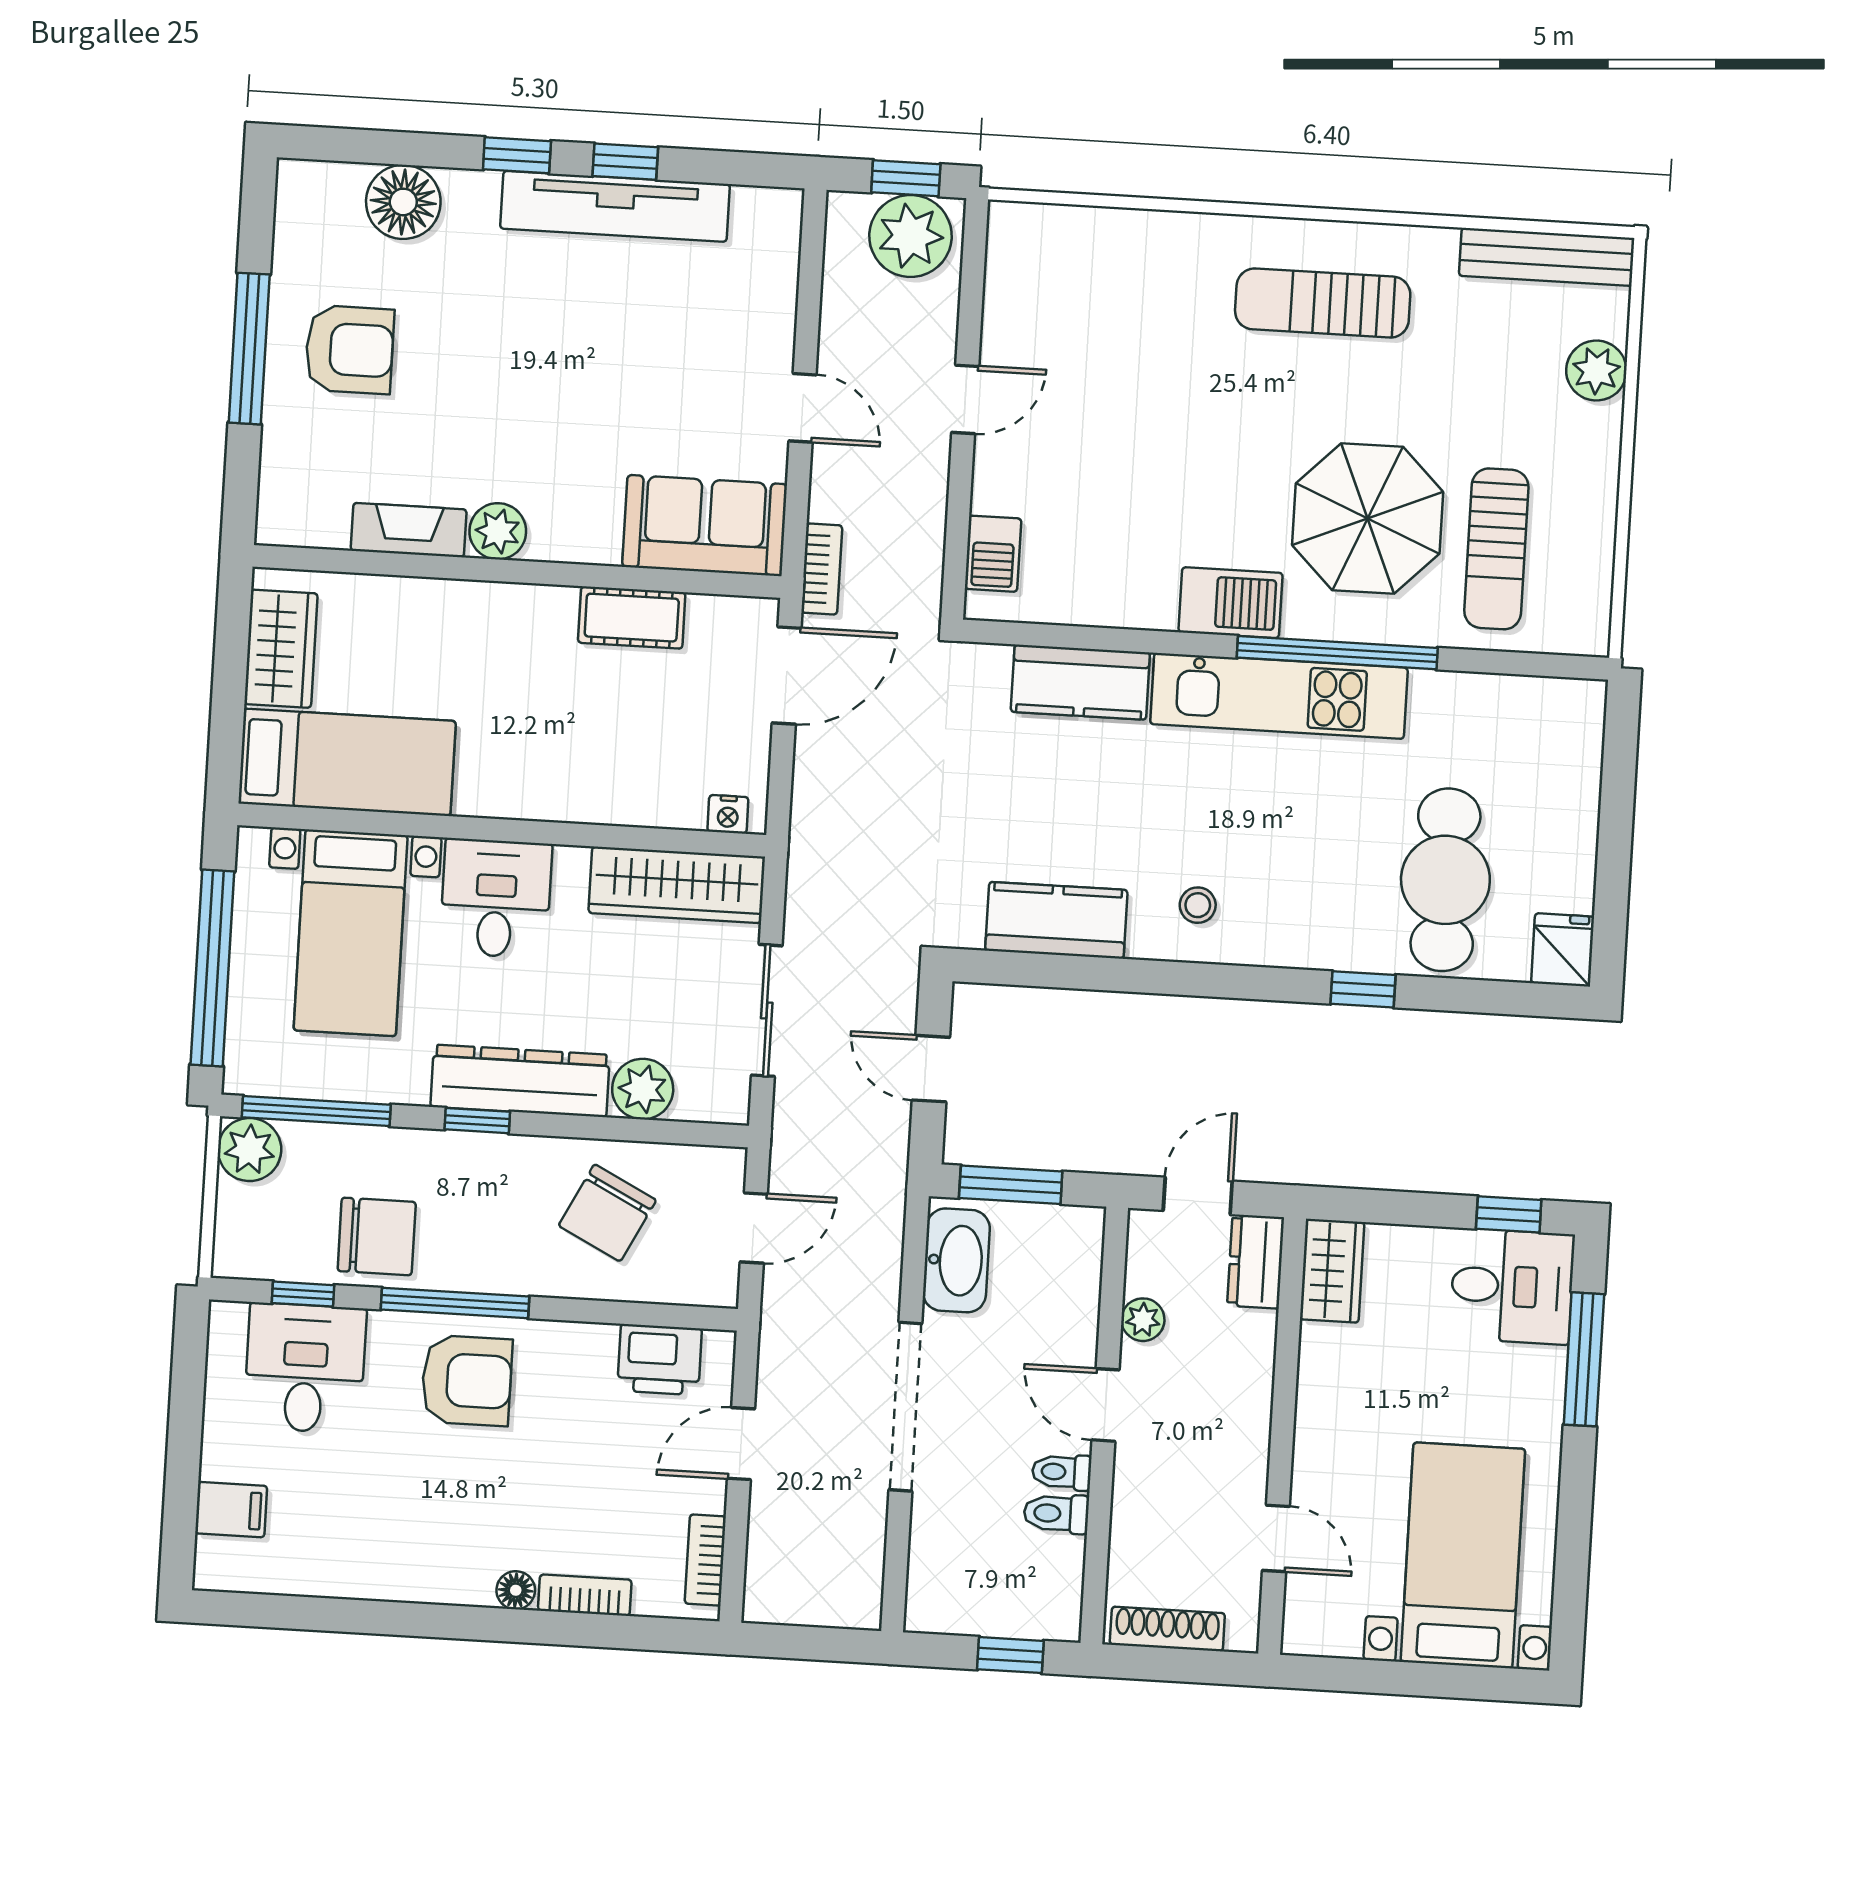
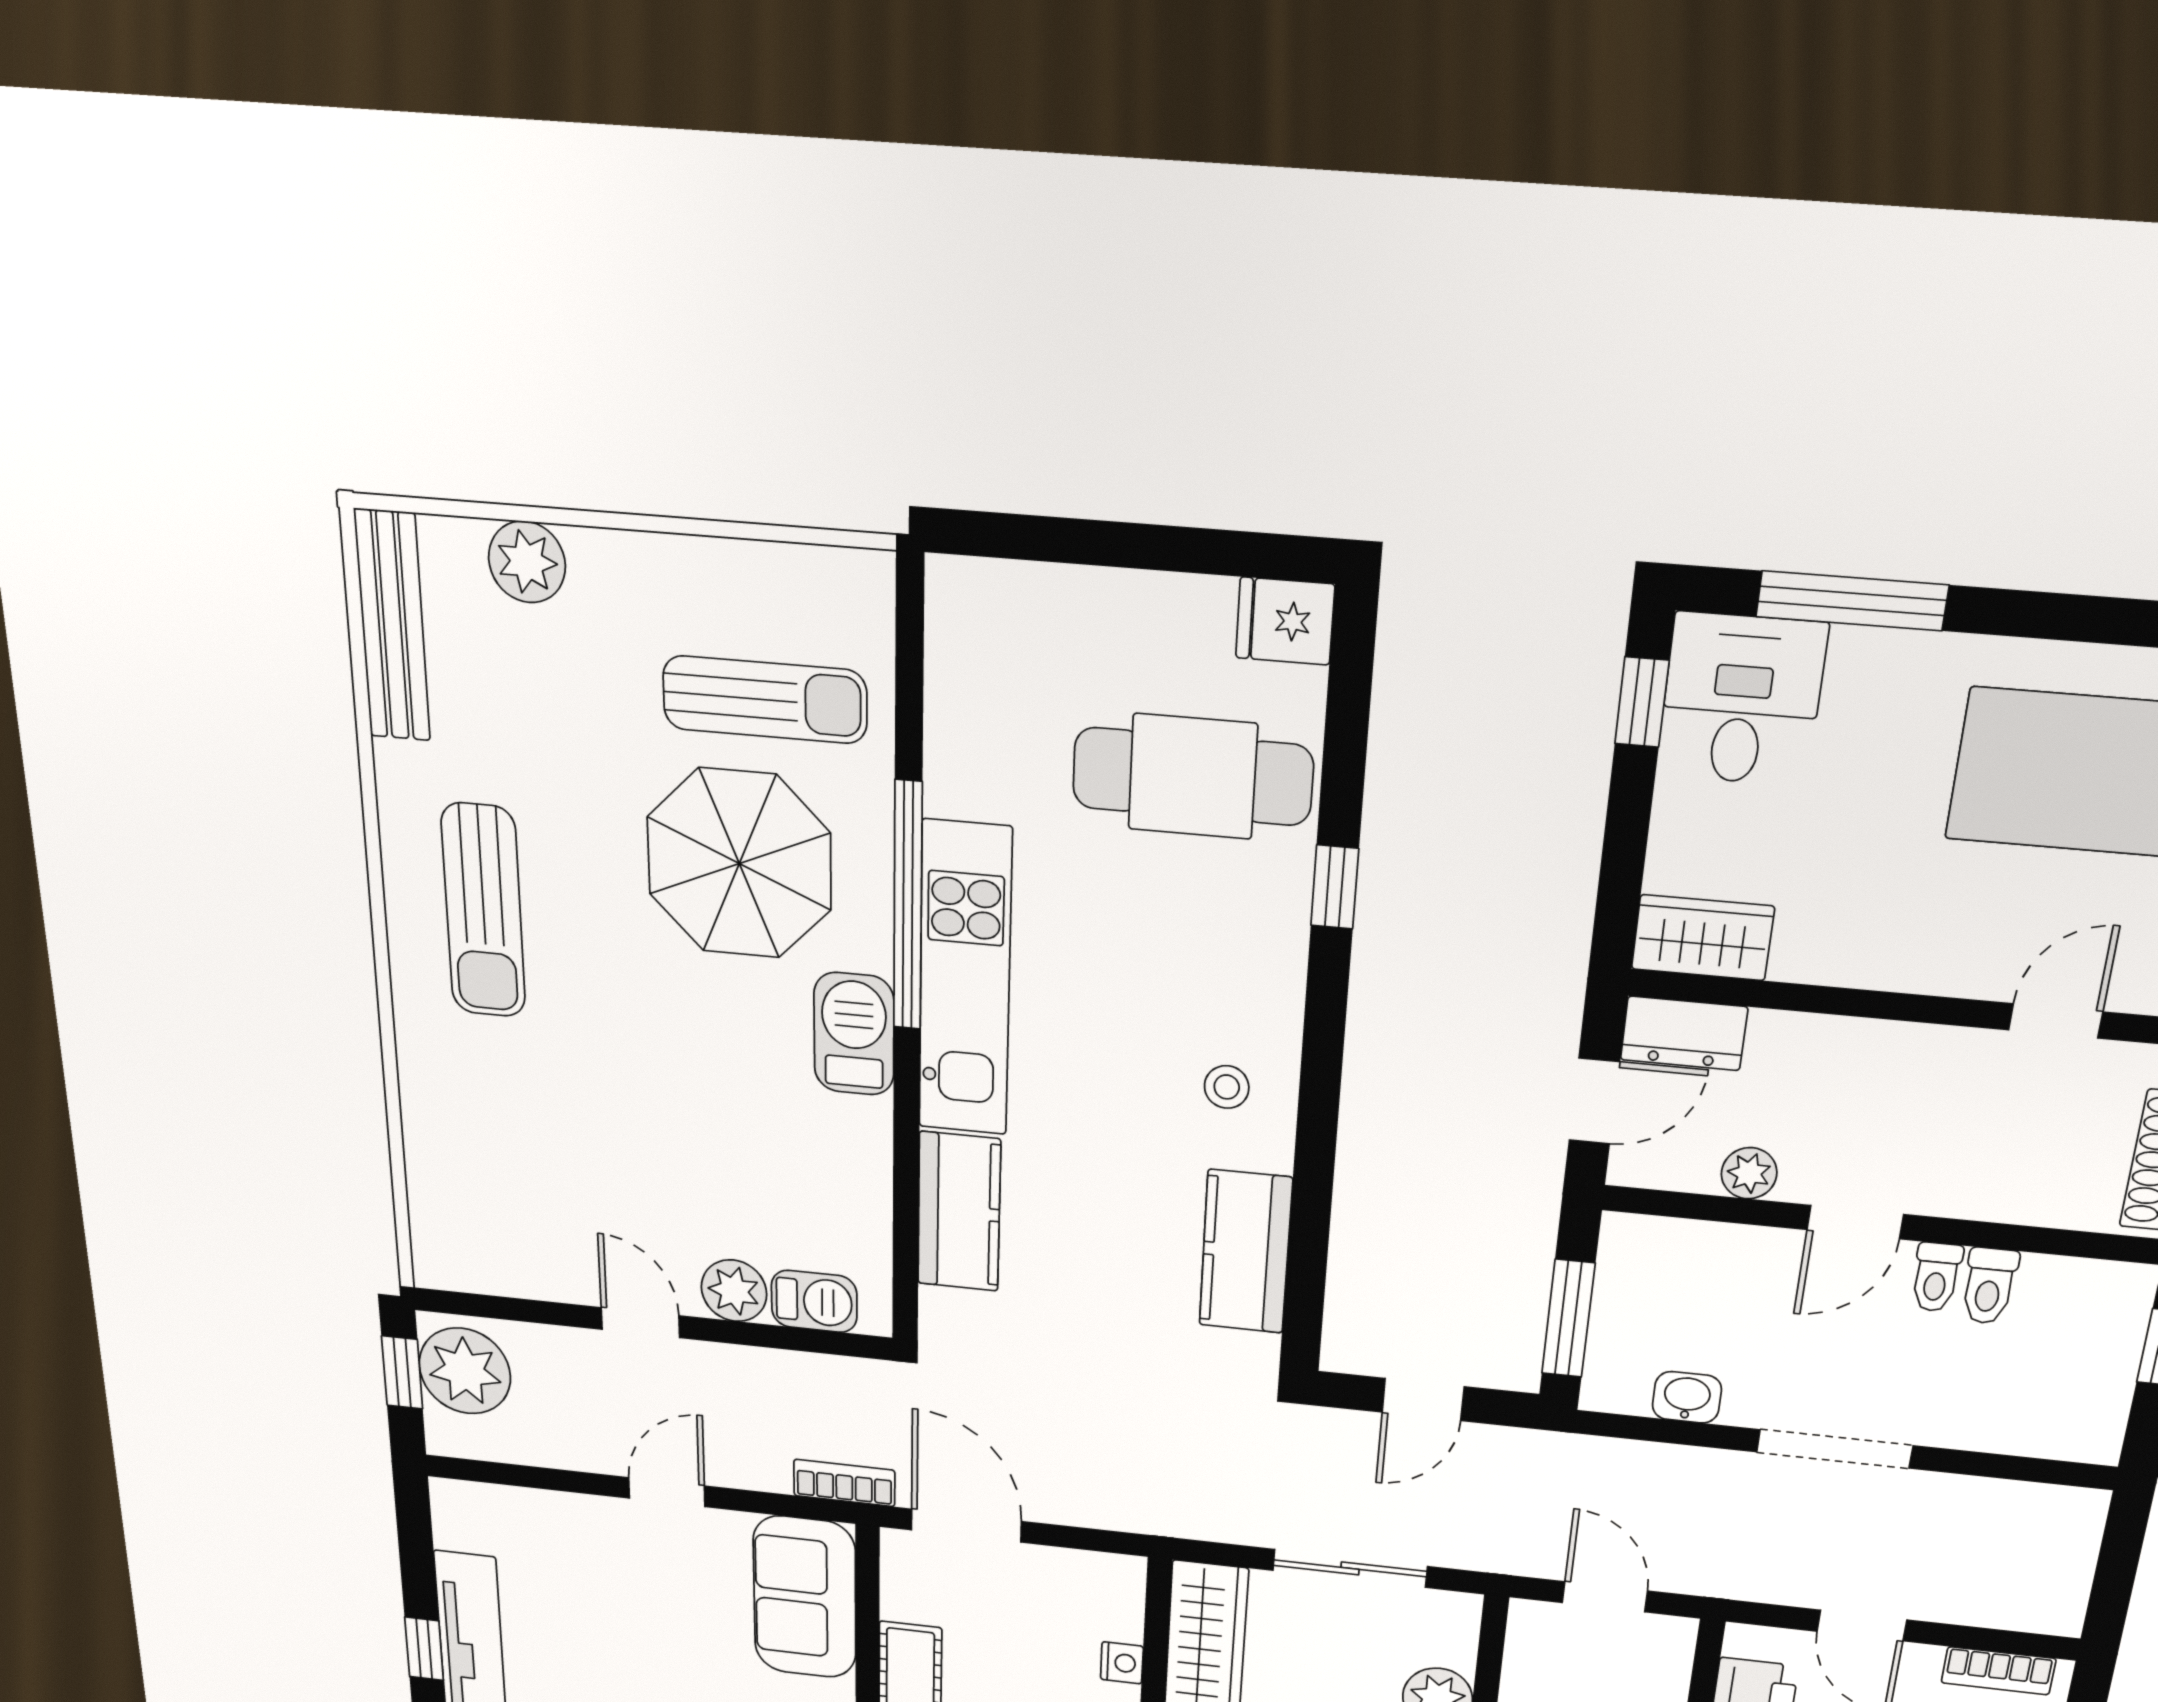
plant: (999, 484) -> (734, 1291), added
nightstand: (728, 814) -> (1122, 1663), moved
door: (1198, 1196) -> (1594, 1101), swing flipped
washbasin: (956, 1260) -> (1687, 1397), width x0.52, depth x0.69
doorway: (905, 1407) -> (1835, 1449), width x0.73

